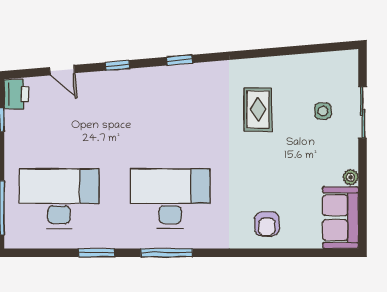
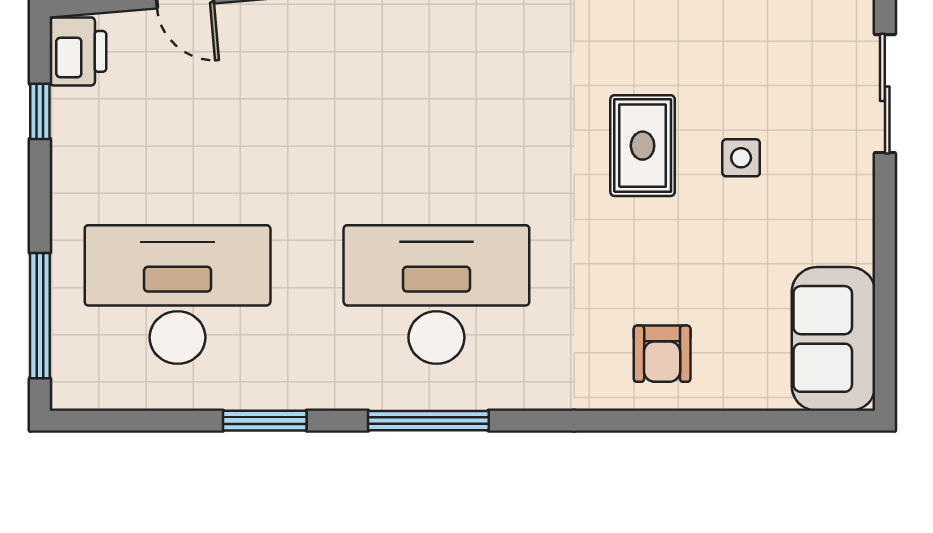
rug: (258, 110) -> (643, 146), moved
side table: (323, 111) -> (741, 158), moved
plant: (351, 177) -> (857, 245), removed

